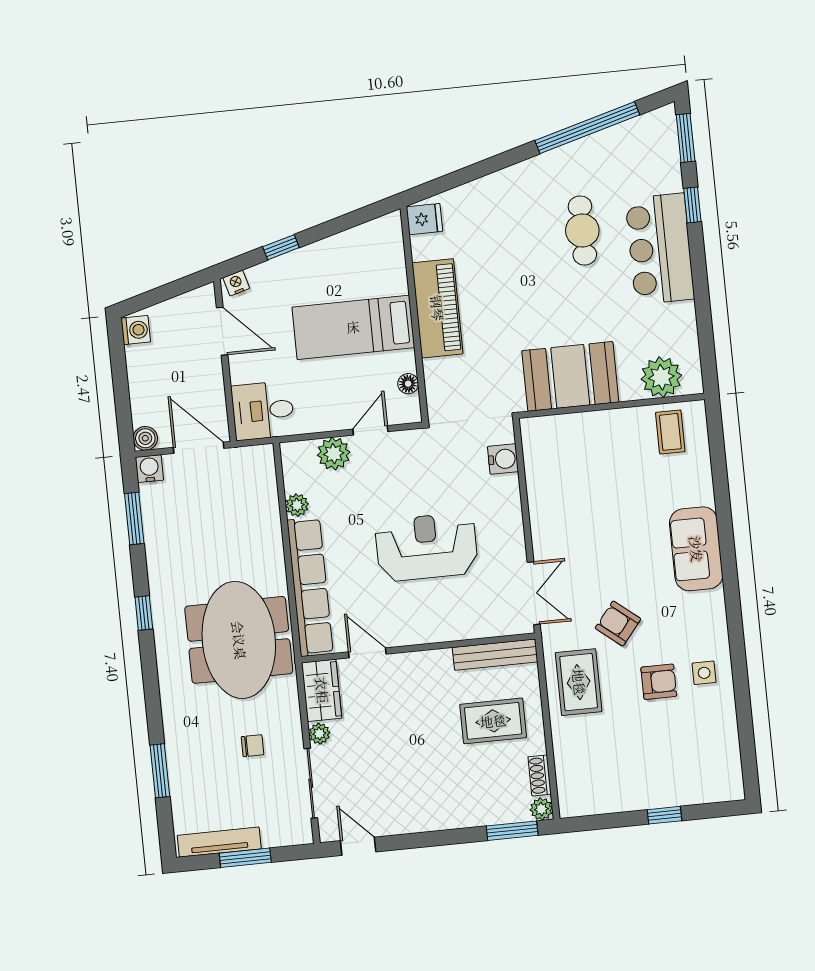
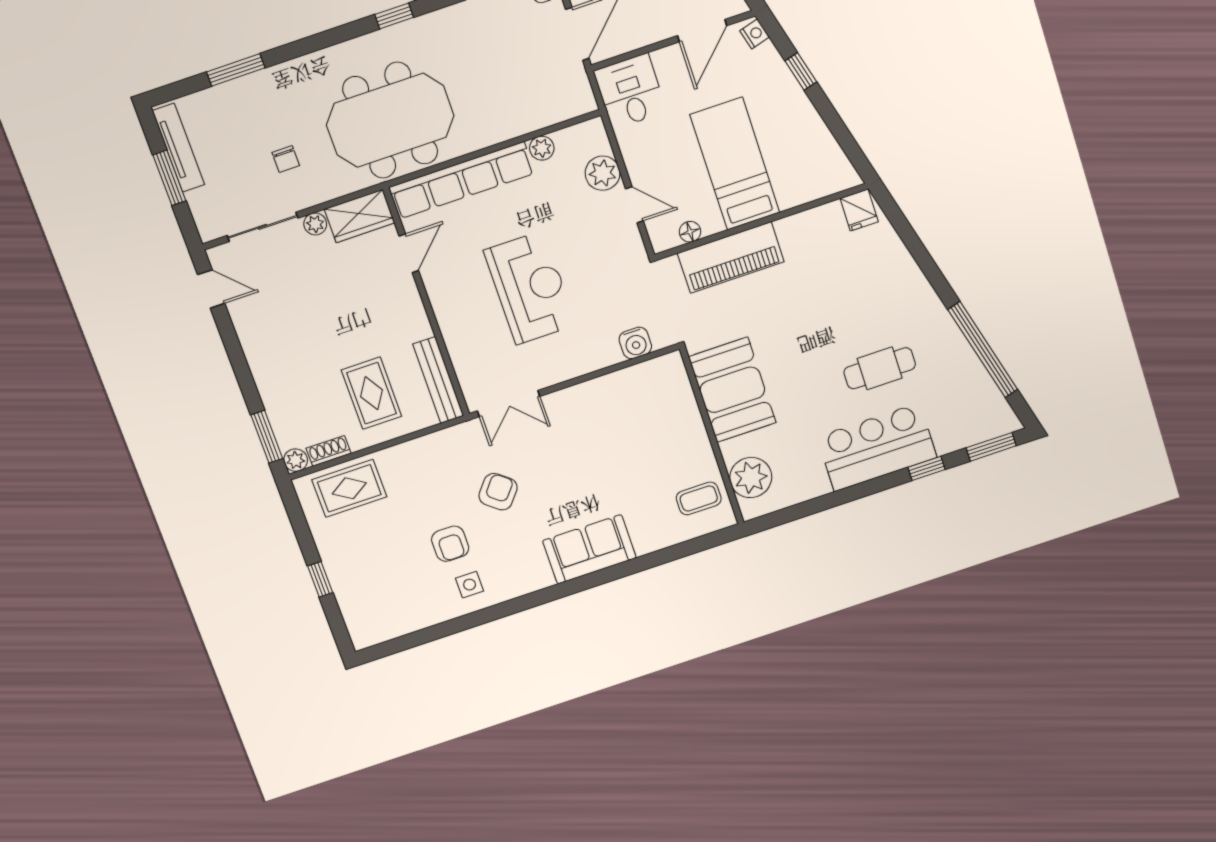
piano: (437, 308) -> (731, 258), moved
rug: (579, 682) -> (349, 488), moved
door: (358, 846) -> (211, 289), hinge flipped

